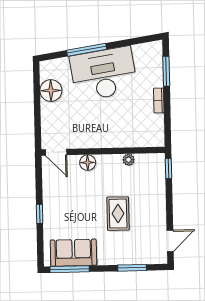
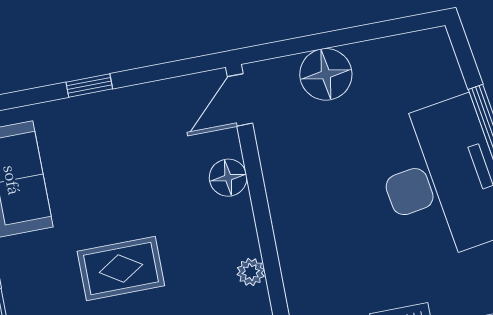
floor lamp: (51, 91) -> (326, 74), moved

